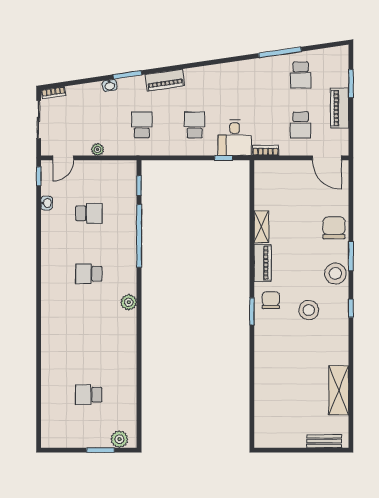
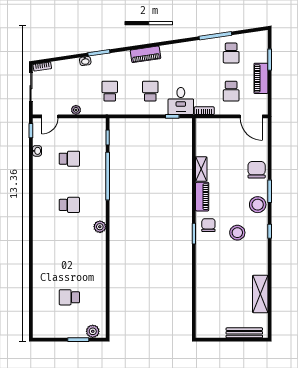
piano: (165, 80) -> (146, 54), moved
school desk: (89, 274) -> (69, 205), turned 180
bench: (324, 441) -> (244, 333), width x1.36

